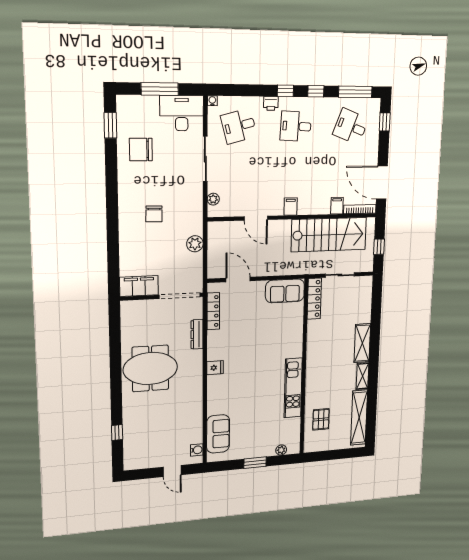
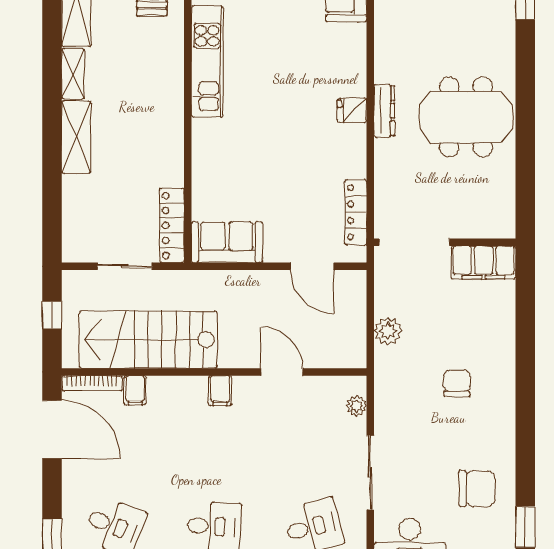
dresser: (197, 334) -> (384, 111), moved

